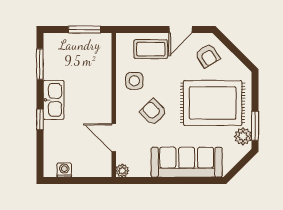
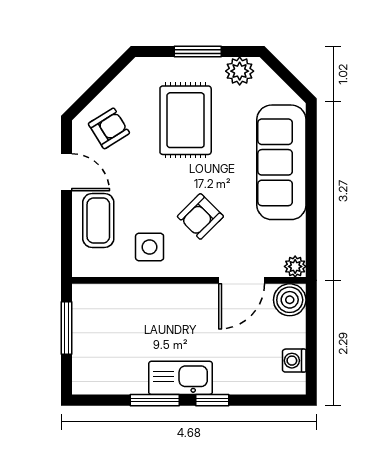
window: (40, 64) -> (155, 400), moved
rug: (213, 103) -> (186, 120), width x0.73, depth x0.69
window: (255, 126) -> (198, 52), moved
boiler: (102, 167) -> (290, 300), added

